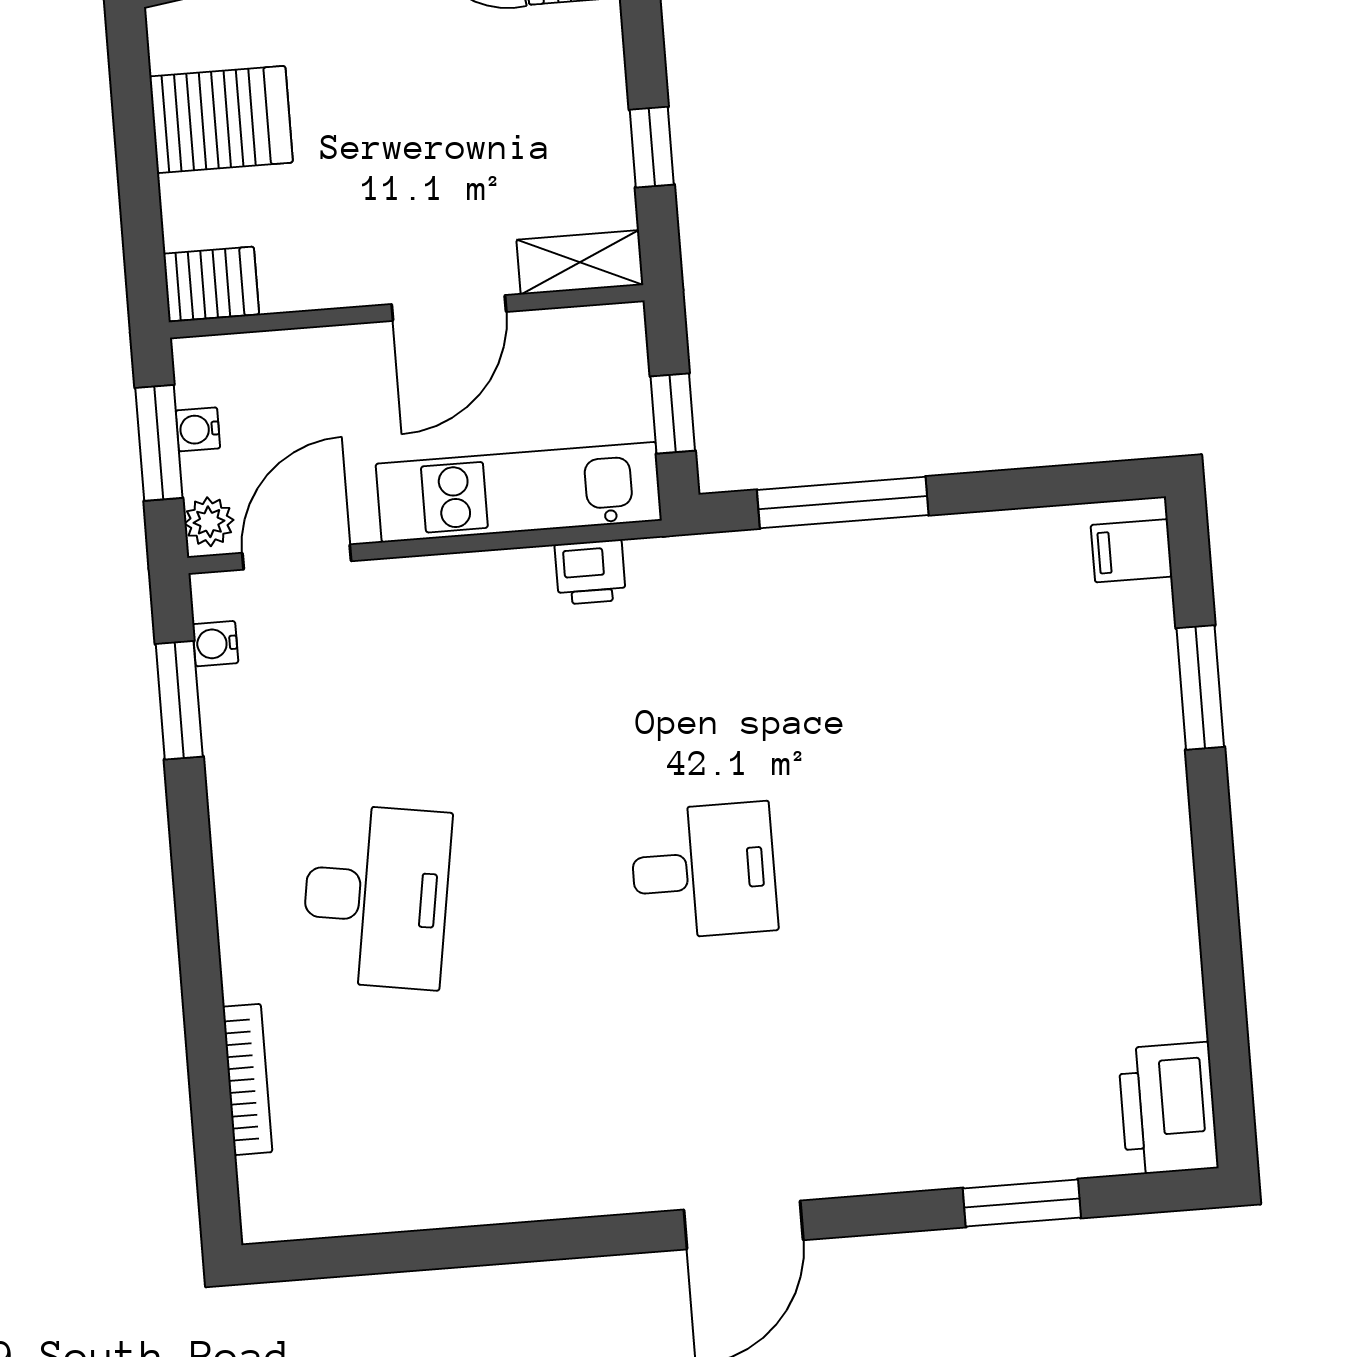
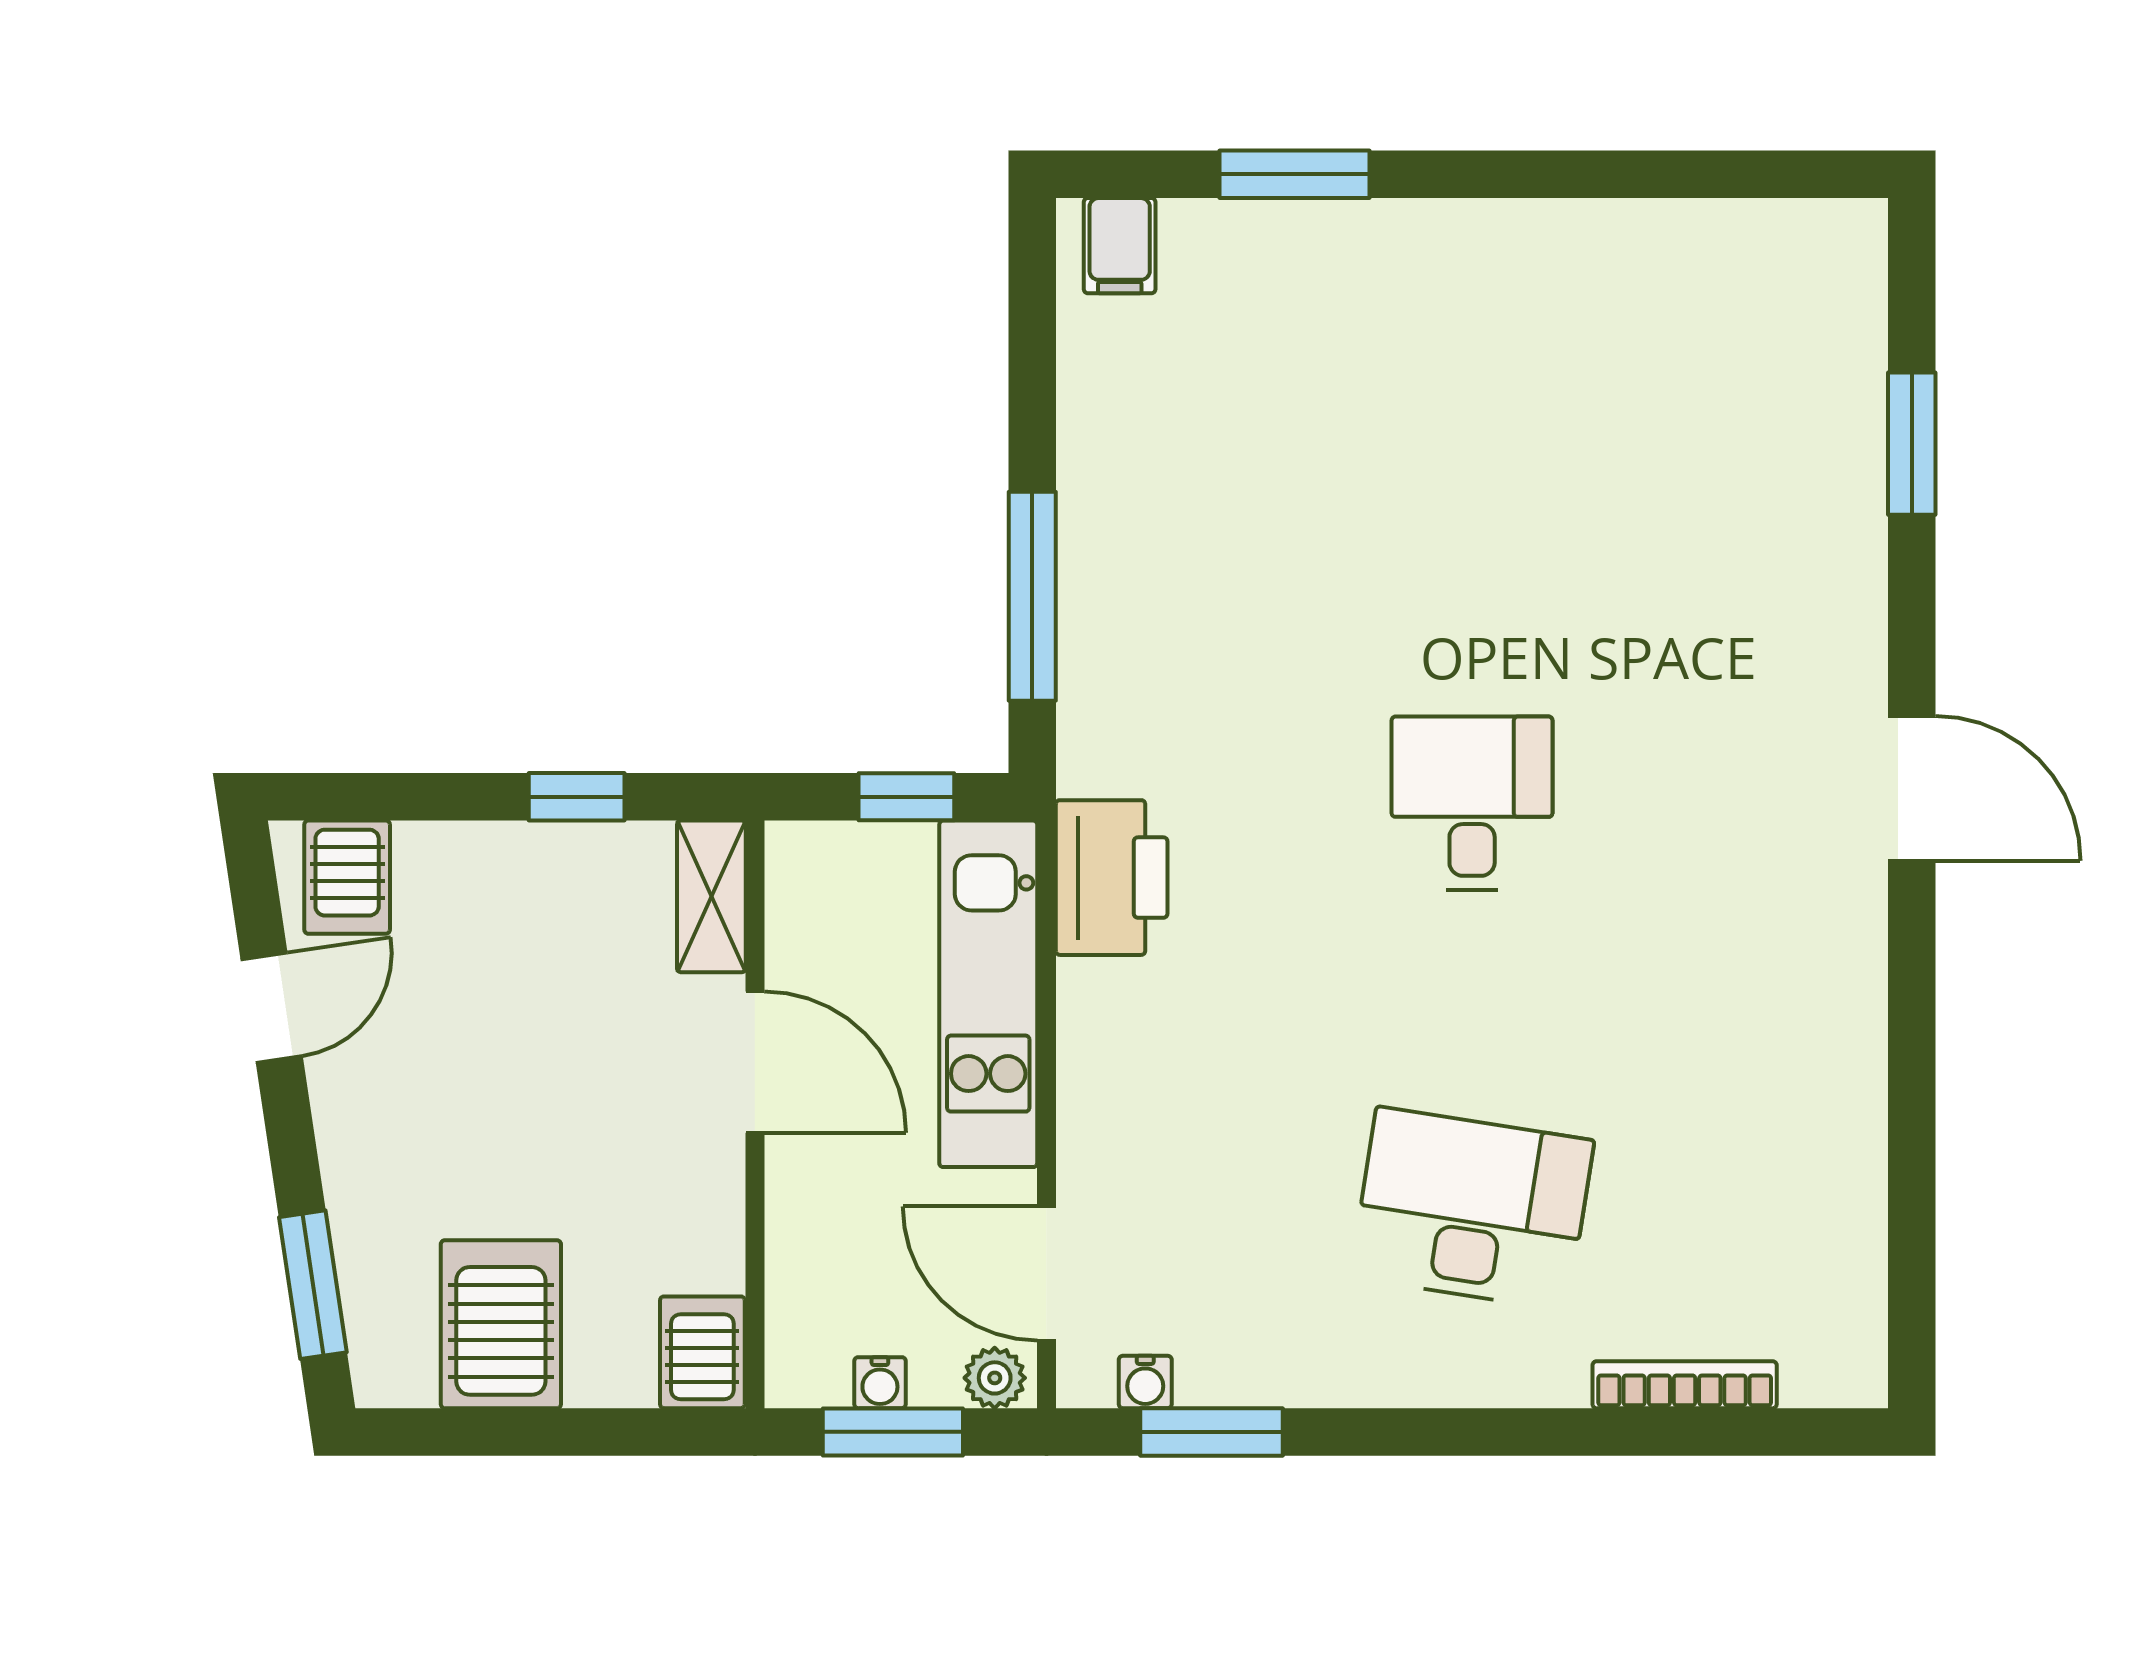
printer: (590, 572) -> (1112, 878), width x1.87, depth x1.48
printer: (1168, 1108) -> (1810, 254), removed

